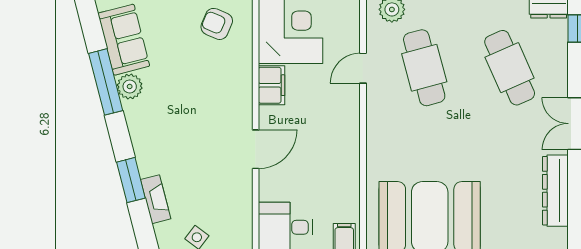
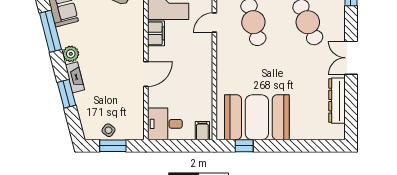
plant: (130, 86) -> (71, 54), moved
fireplace: (156, 199) -> (75, 77), moved

